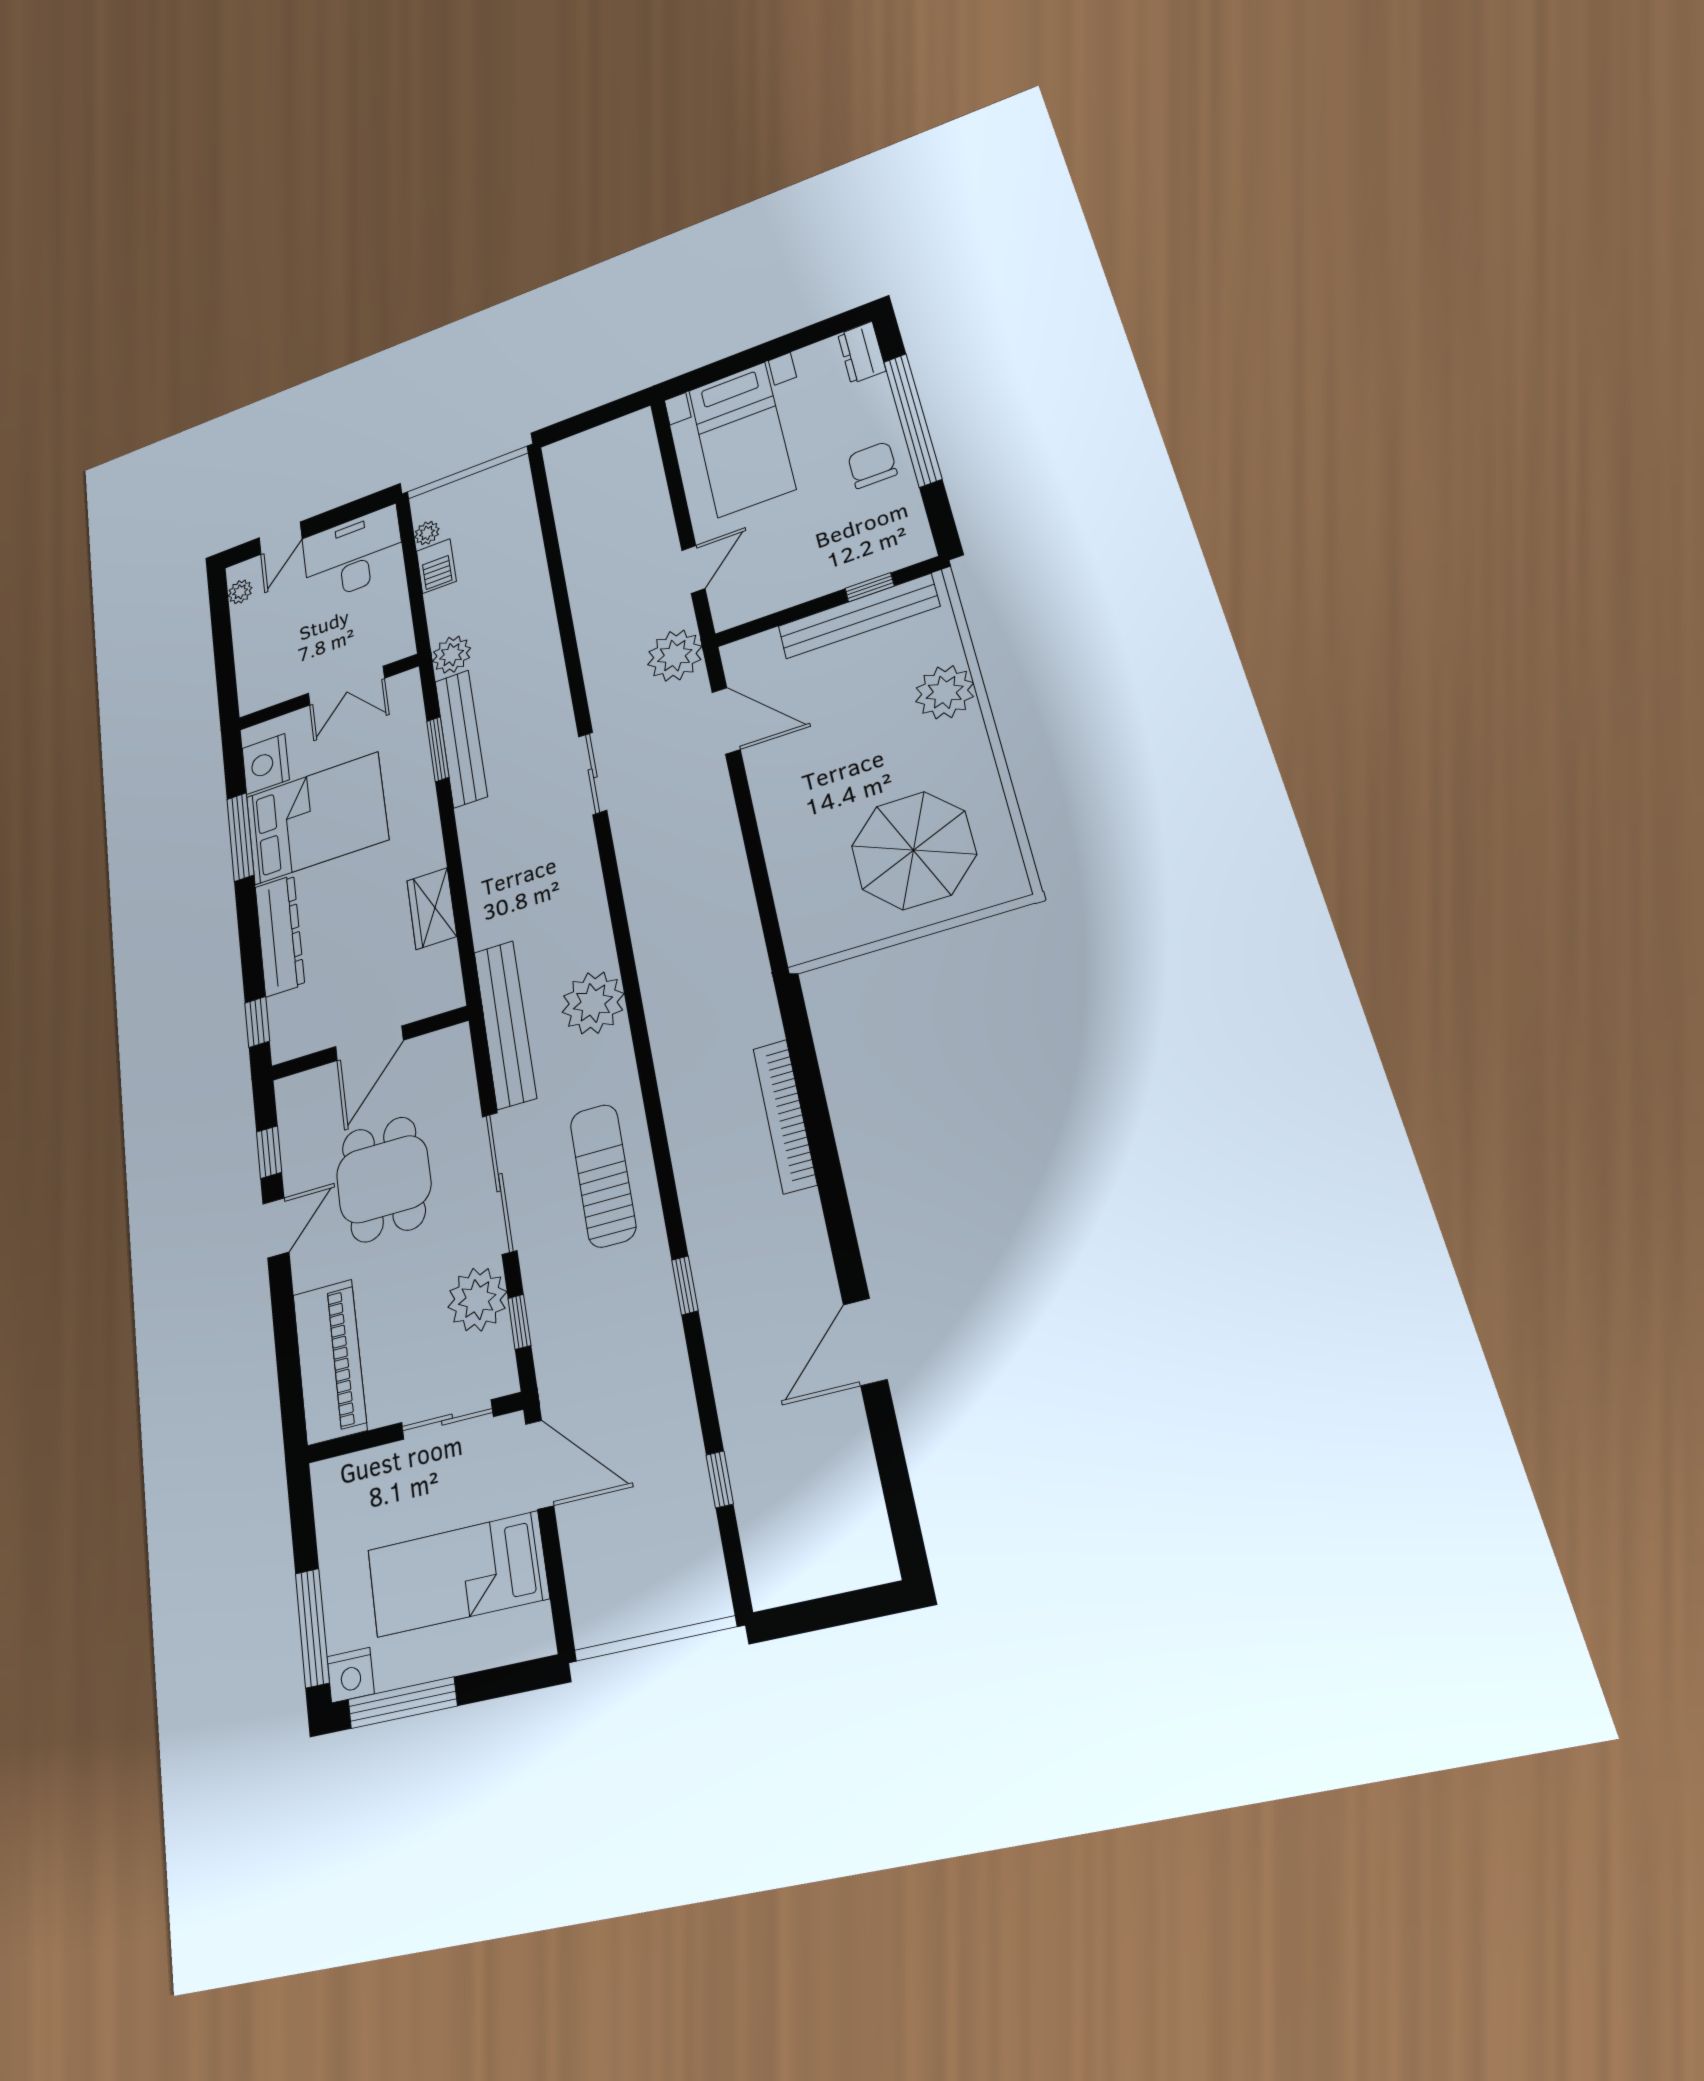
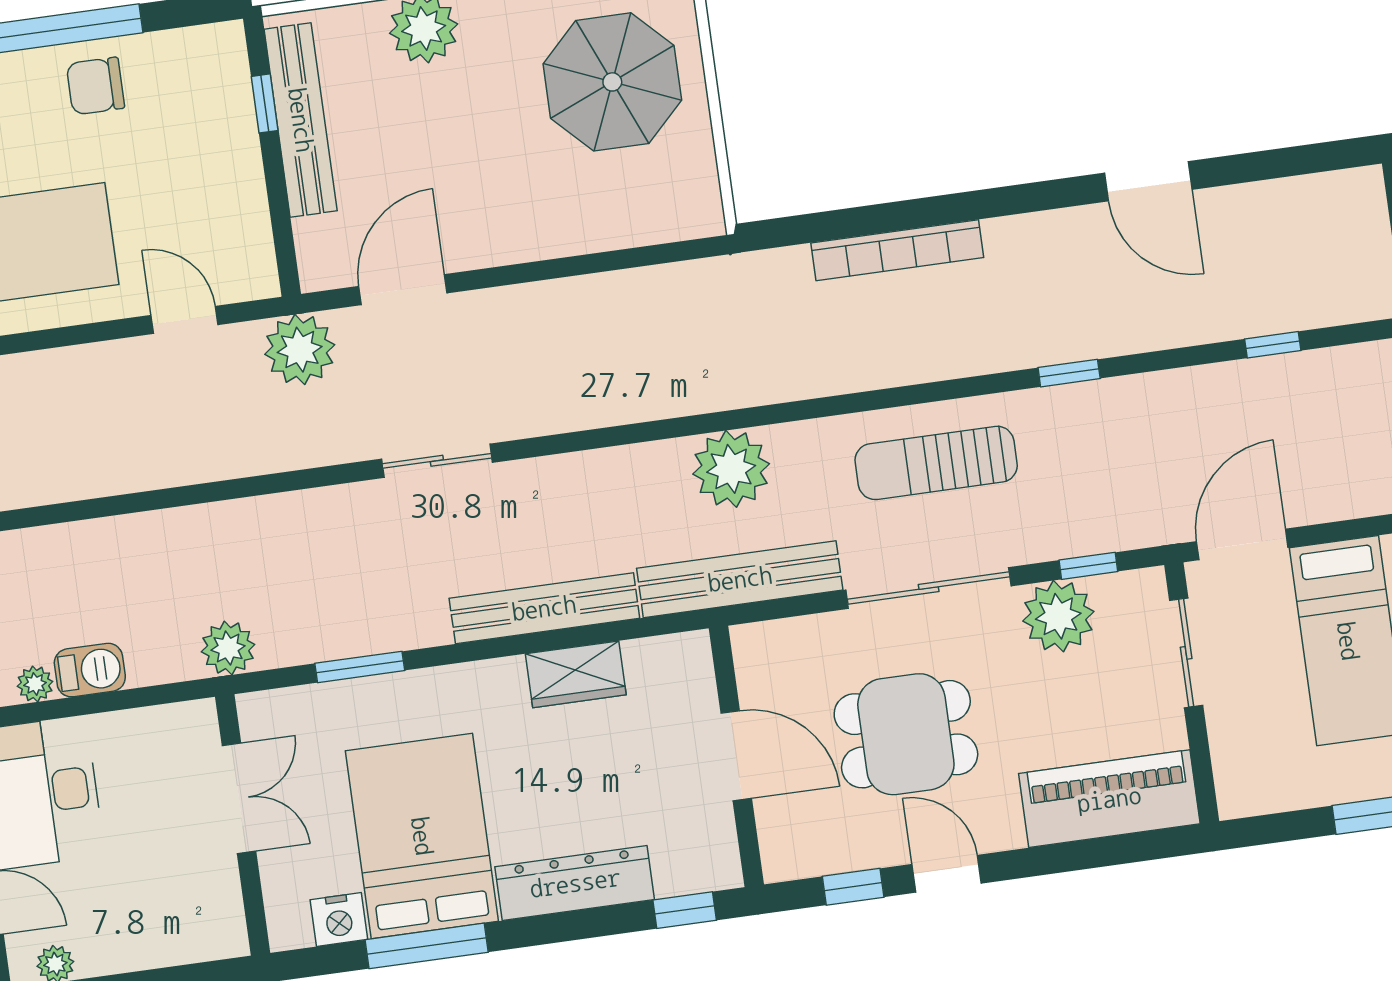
bench: (461, 738) -> (544, 608), moved
nightstand: (266, 764) -> (339, 920), width x0.74, depth x0.75

